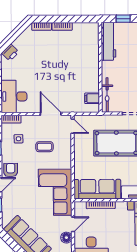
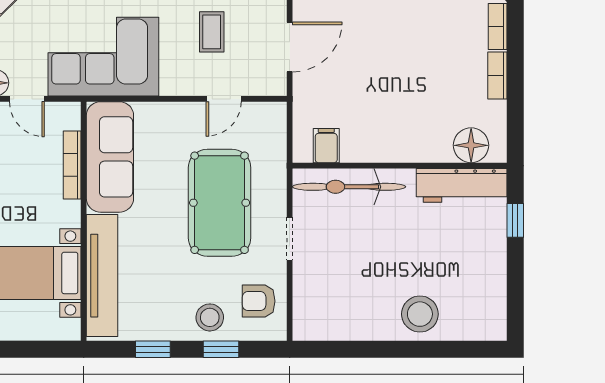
floor lamp: (92, 37) -> (471, 145), added
bicycle: (107, 95) -> (349, 187), width x1.37, depth x1.40
door: (73, 126) -> (224, 99), moved

